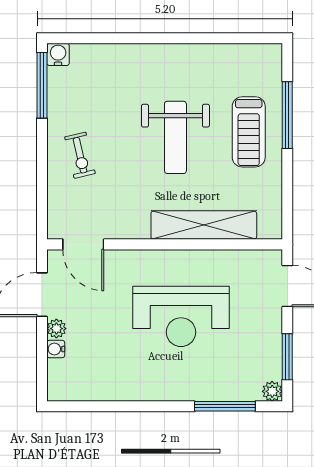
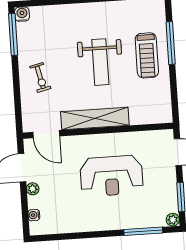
shelving: (204, 225) -> (95, 119), moved
water cooler: (56, 349) -> (34, 215), moved

